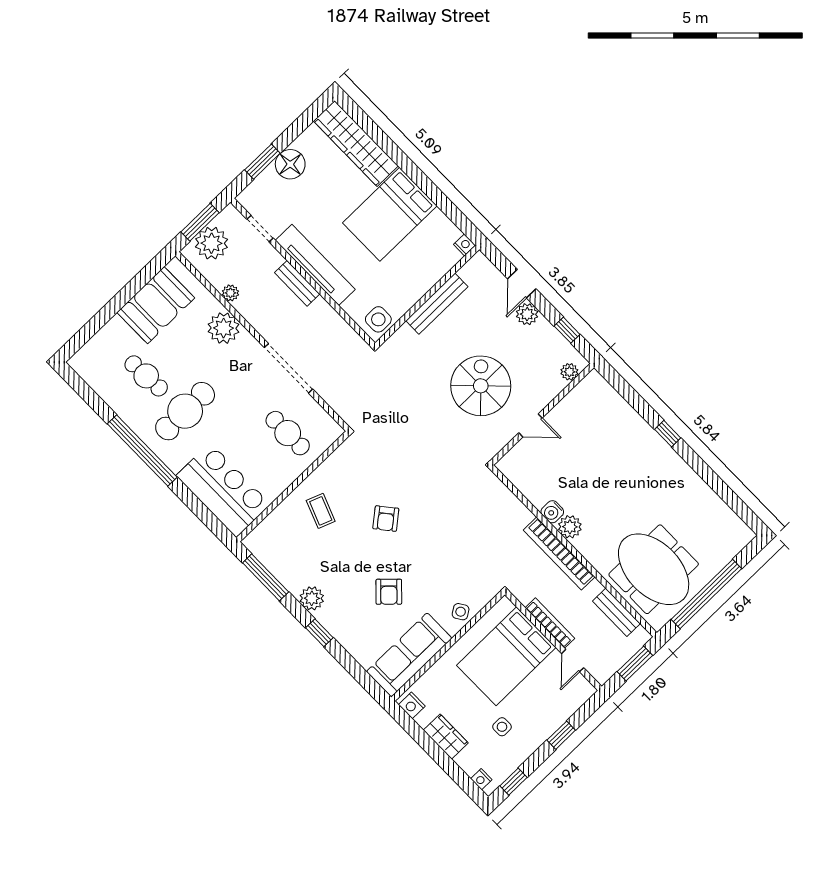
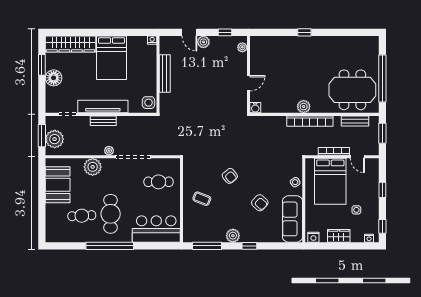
window: (262, 162) -> (42, 65), moved
plant: (230, 293) -> (109, 151), moved
spiral stairs: (481, 386) -> (214, 88), removed
water cooler: (552, 512) -> (255, 108), moved

